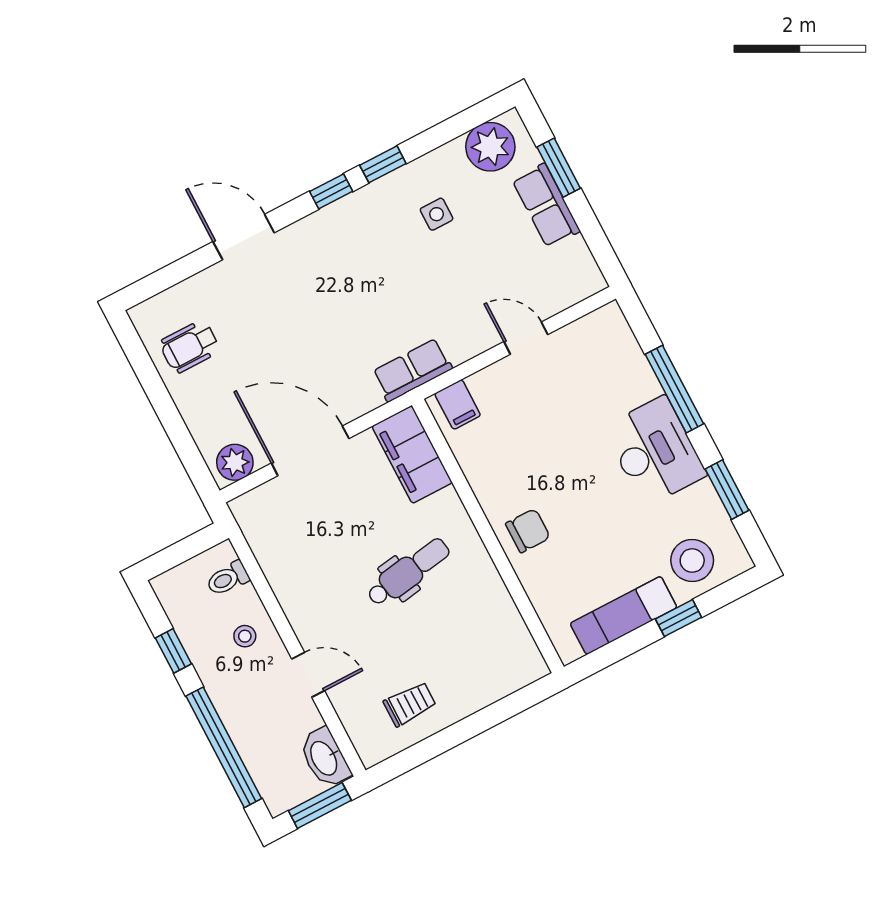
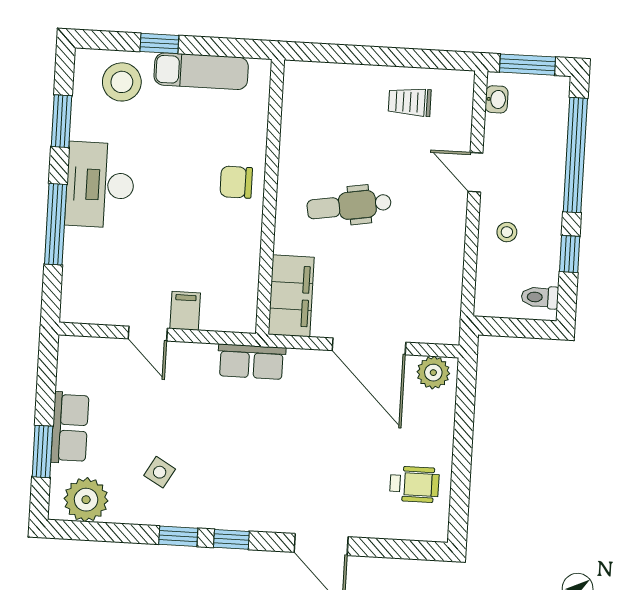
side table: (437, 214) -> (160, 472), turned 30
filing cabinet: (458, 405) -> (185, 311), moved
toilet: (228, 578) -> (540, 297), moved, turned 180
washbasin: (325, 758) -> (497, 99), width x0.52, depth x0.69

